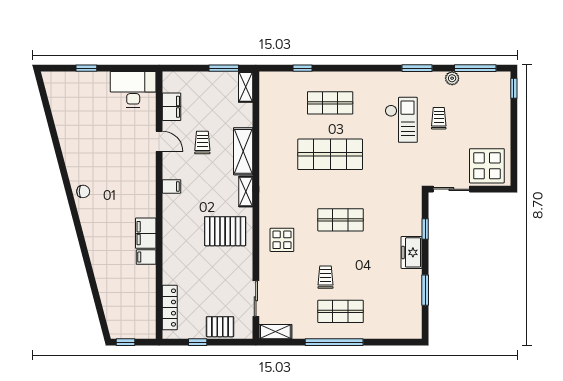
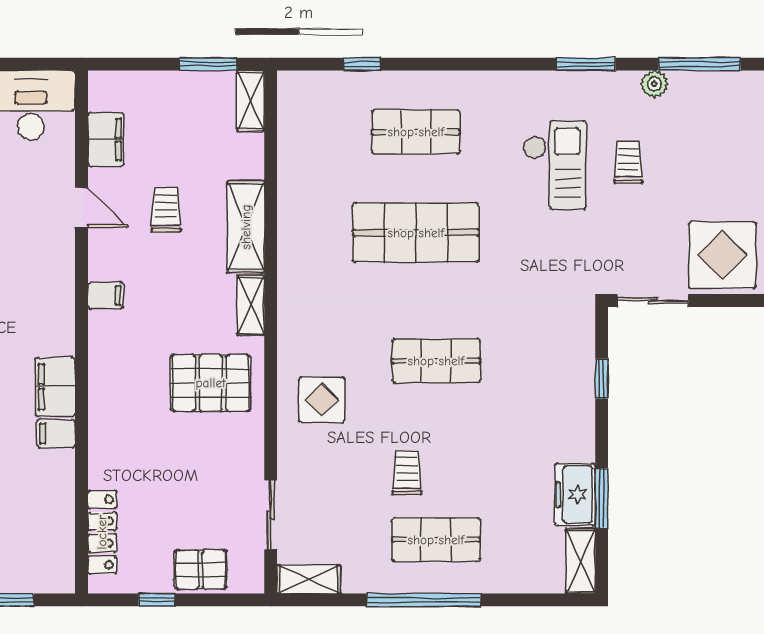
freezer: (412, 252) -> (575, 495), moved
shelving: (414, 322) -> (581, 561), added

